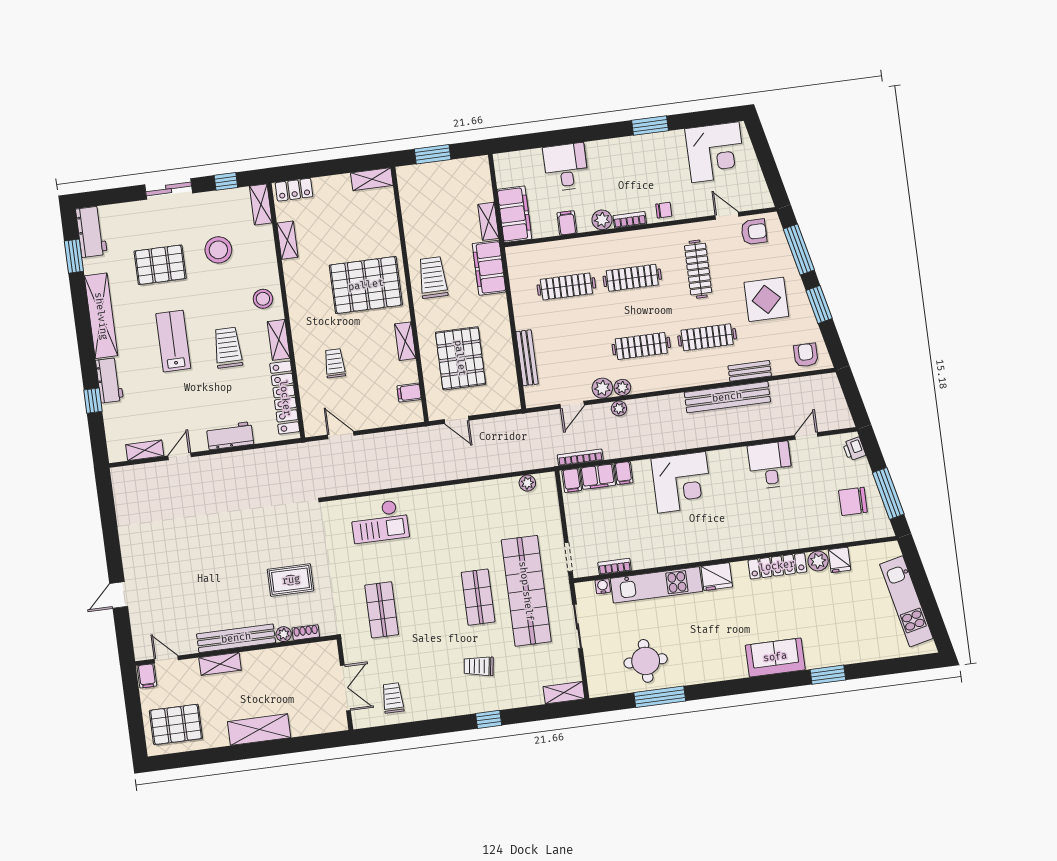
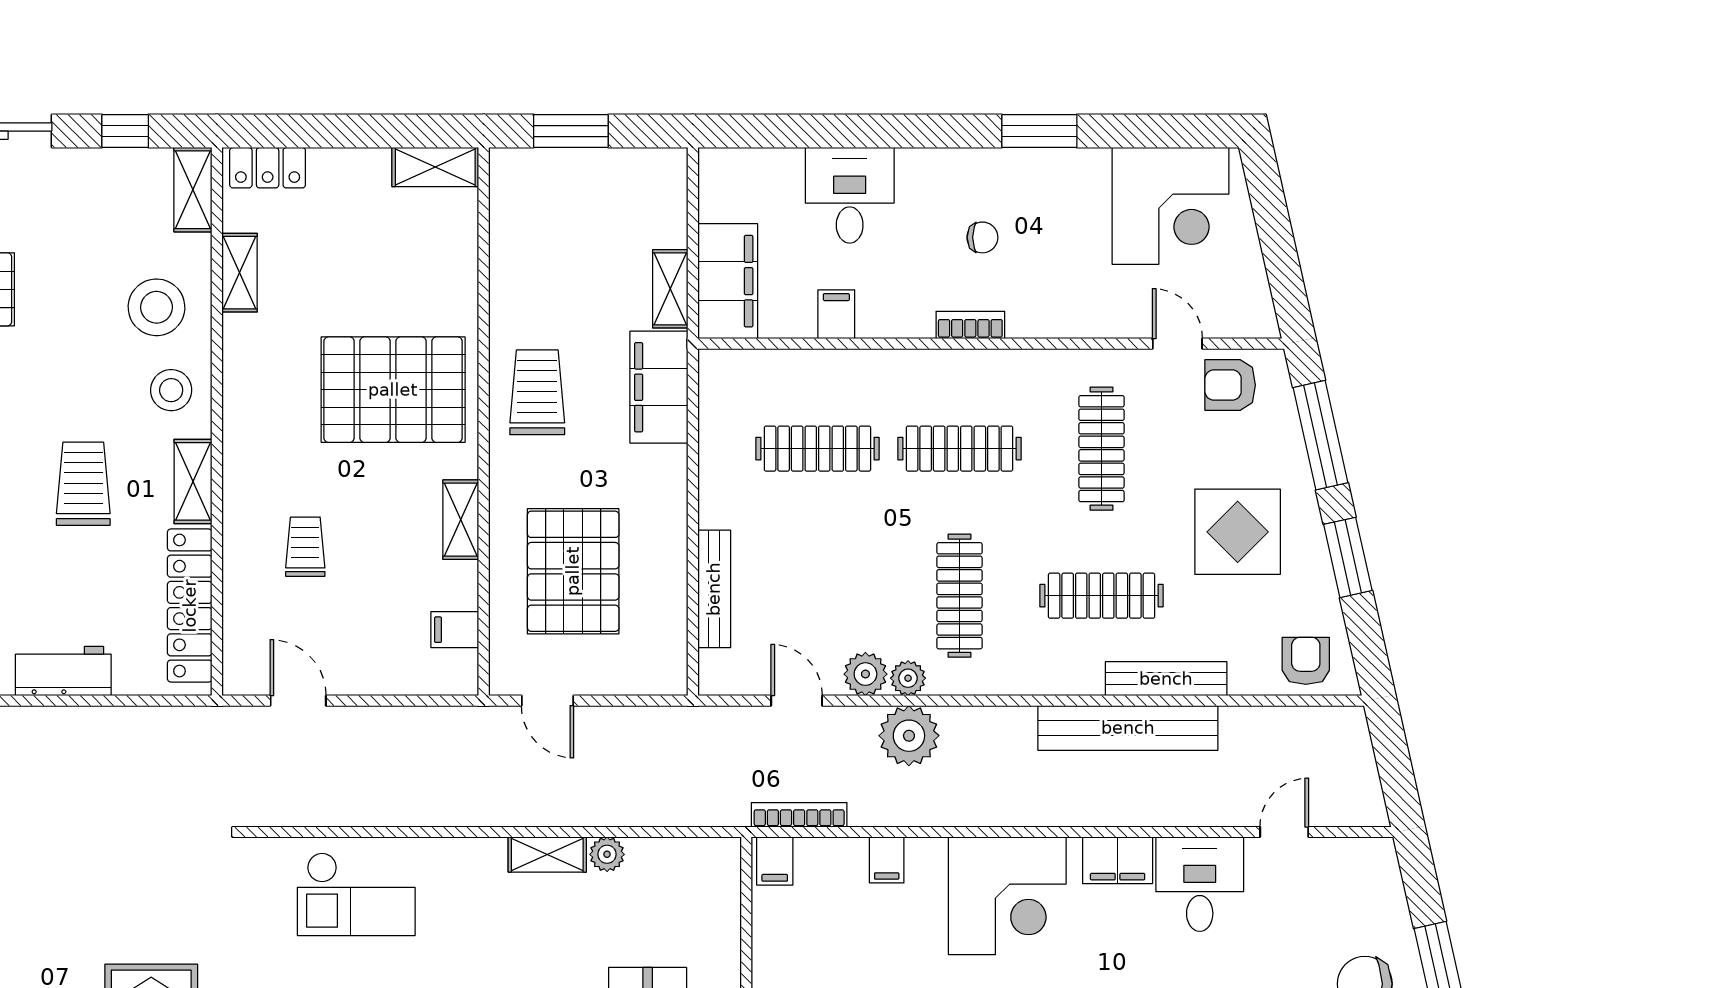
chair: (664, 210) -> (982, 237), moved
plant: (602, 220) -> (912, 317), removed
armchair: (754, 232) -> (1230, 385), turned 180
stool: (218, 250) -> (156, 307), moved
clothes rail: (641, 346) -> (959, 596), turned 90
bench: (750, 371) -> (1166, 679), width x1.36
door: (572, 405) -> (797, 701), swing flipped
plant: (619, 408) -> (909, 736), width x1.88, depth x1.88
printer: (854, 449) -> (1382, 873), removed
filing cabinet: (598, 477) -> (1118, 860), moved
plant: (527, 483) -> (607, 854), moved
shelving: (466, 491) -> (547, 854), added

